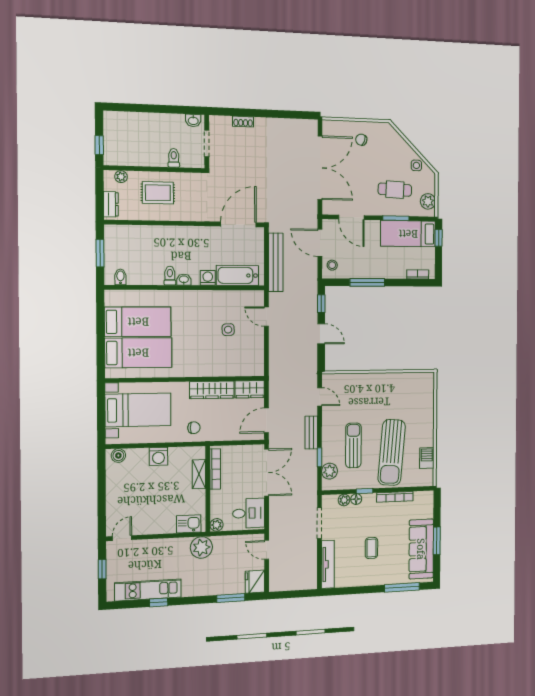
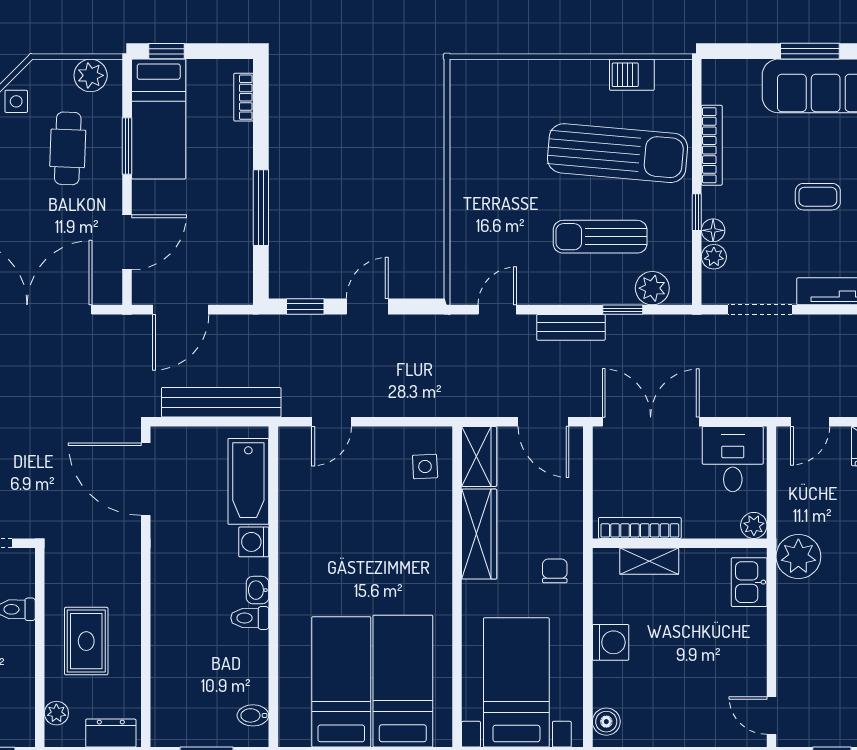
stool: (332, 265) -> (226, 283), removed
side table: (228, 330) -> (425, 466), moved

